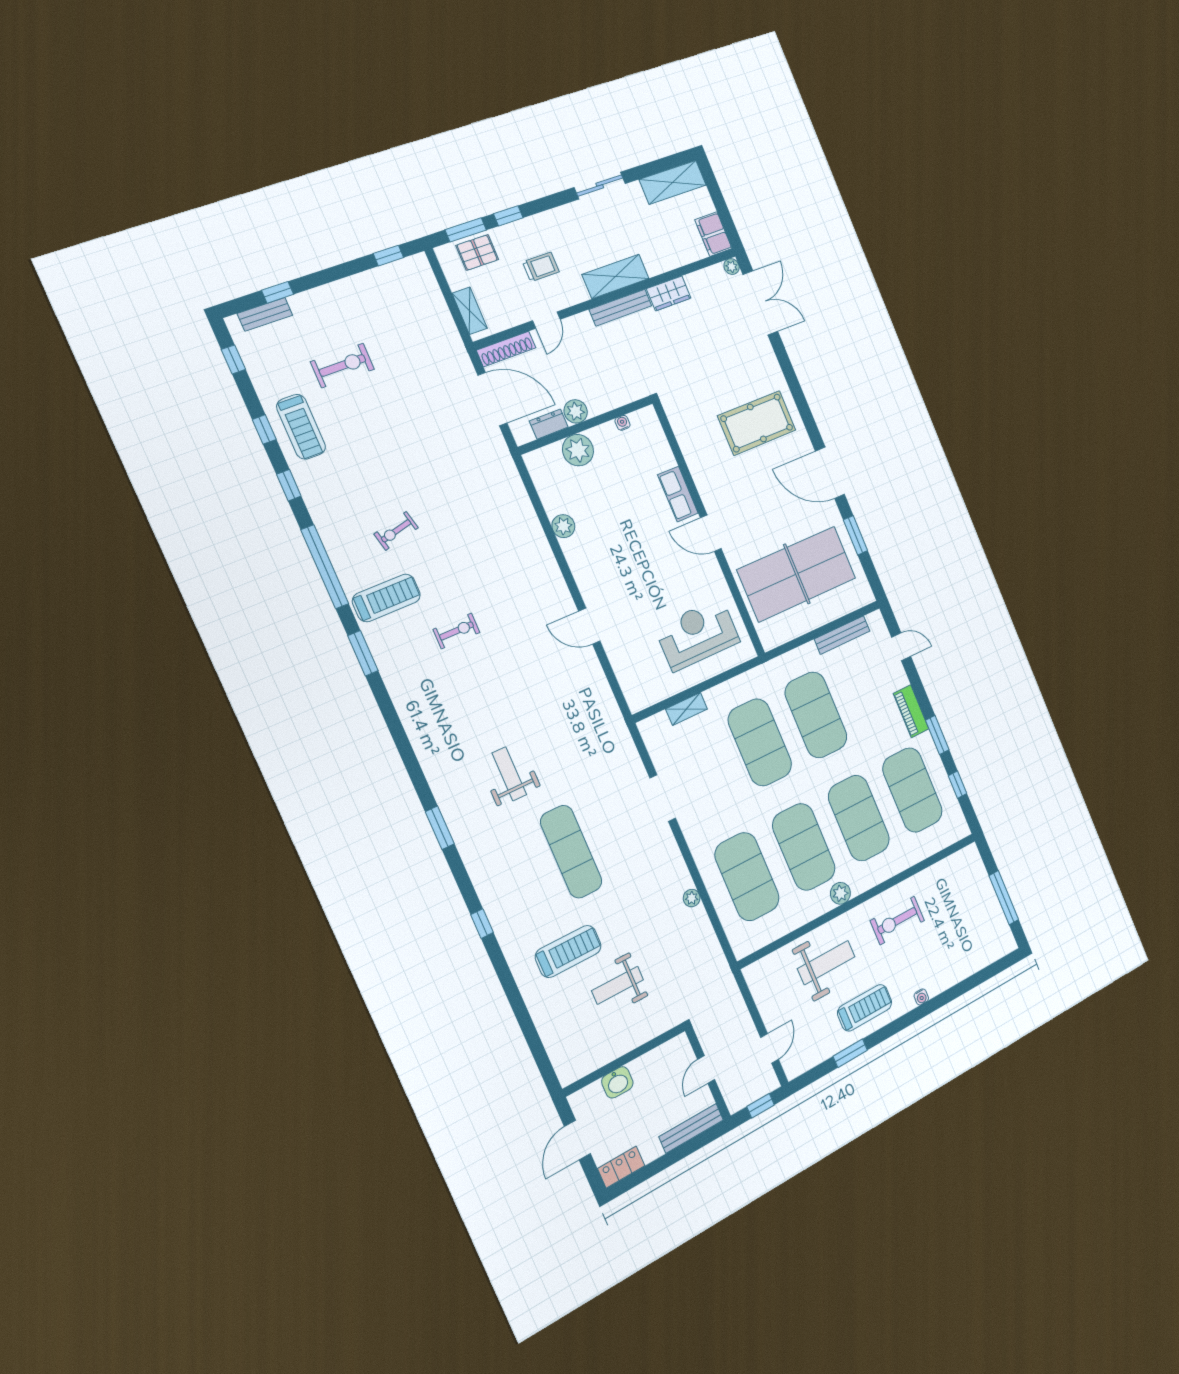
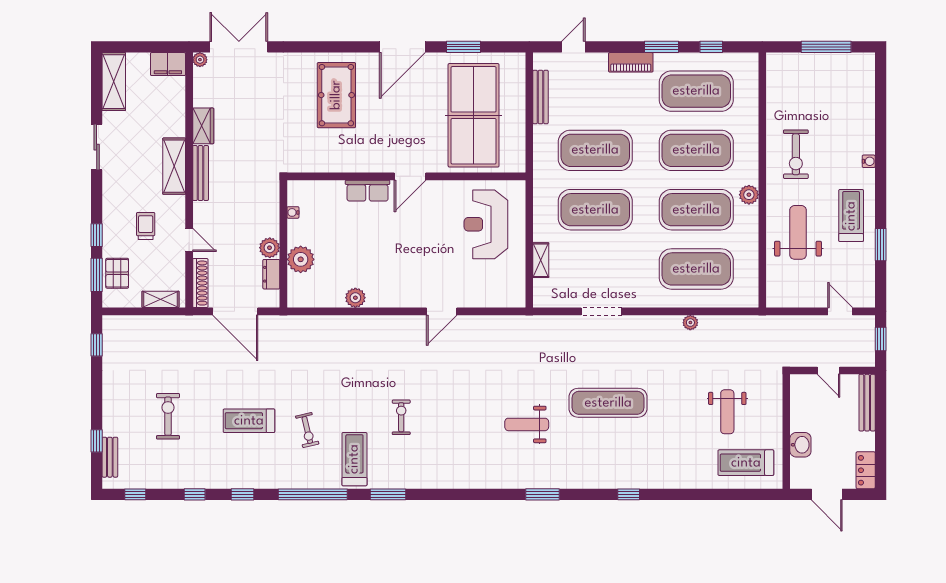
door: (492, 399) -> (235, 311), swing flipped
treadmill: (301, 427) -> (249, 421), moved, turned 180
treadmill: (568, 951) -> (746, 463), moved, turned -90

